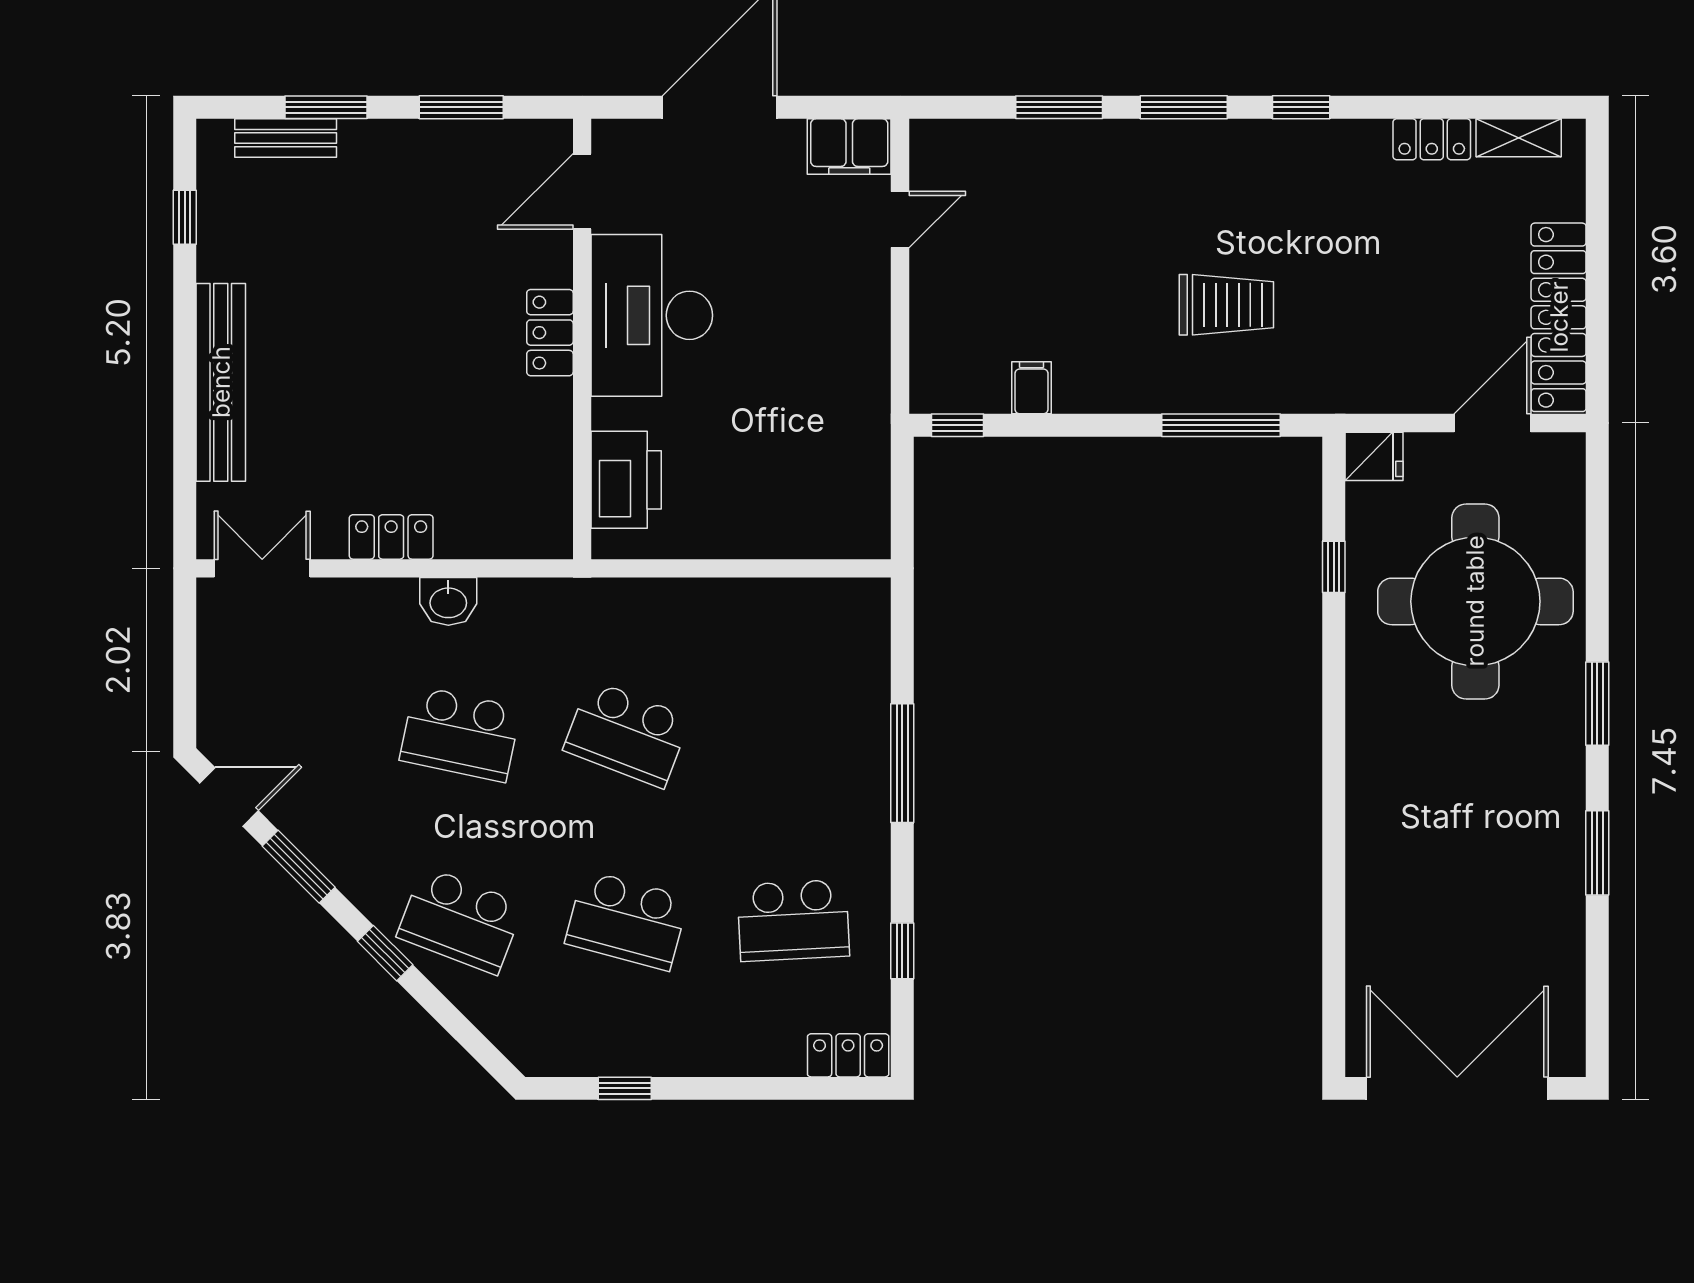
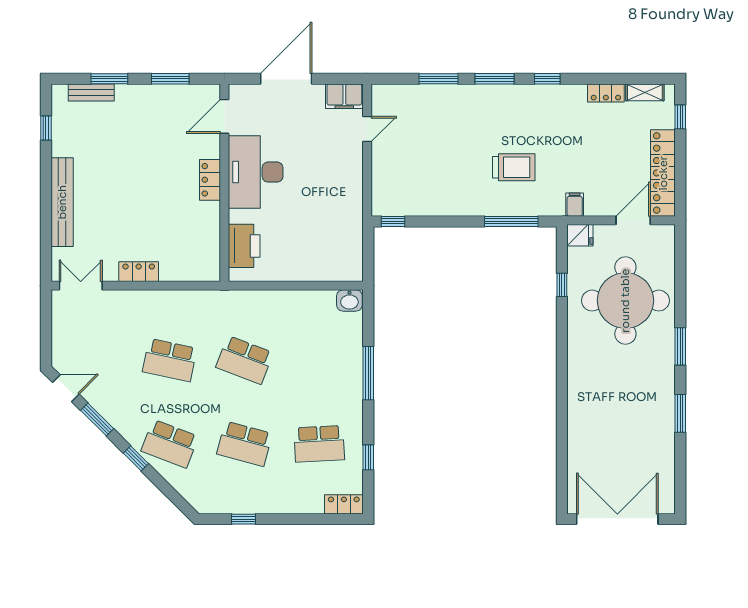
window: (1597, 192) -> (680, 117), added
filing cabinet: (1032, 388) -> (575, 205), moved
washbasin: (448, 601) -> (349, 300), moved

